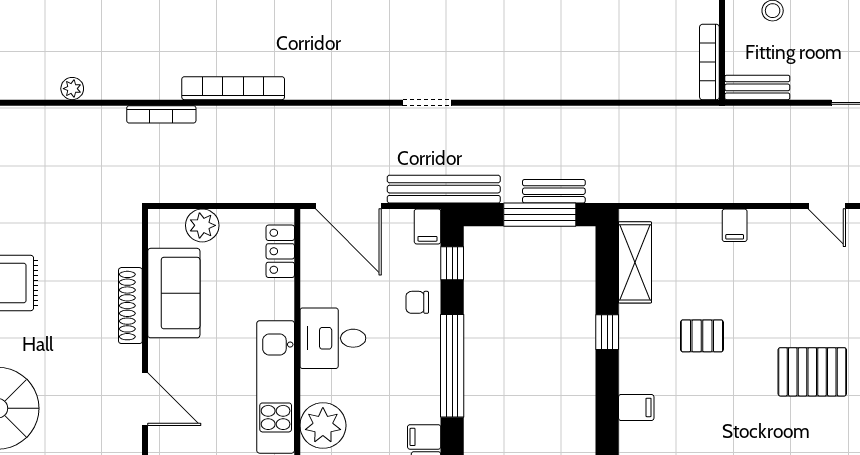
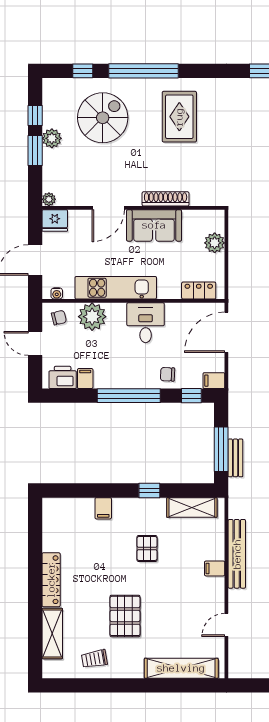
bench: (444, 189) -> (237, 554), moved
sofa: (174, 293) -> (154, 225), moved
chair: (417, 302) -> (167, 374), turned -88

